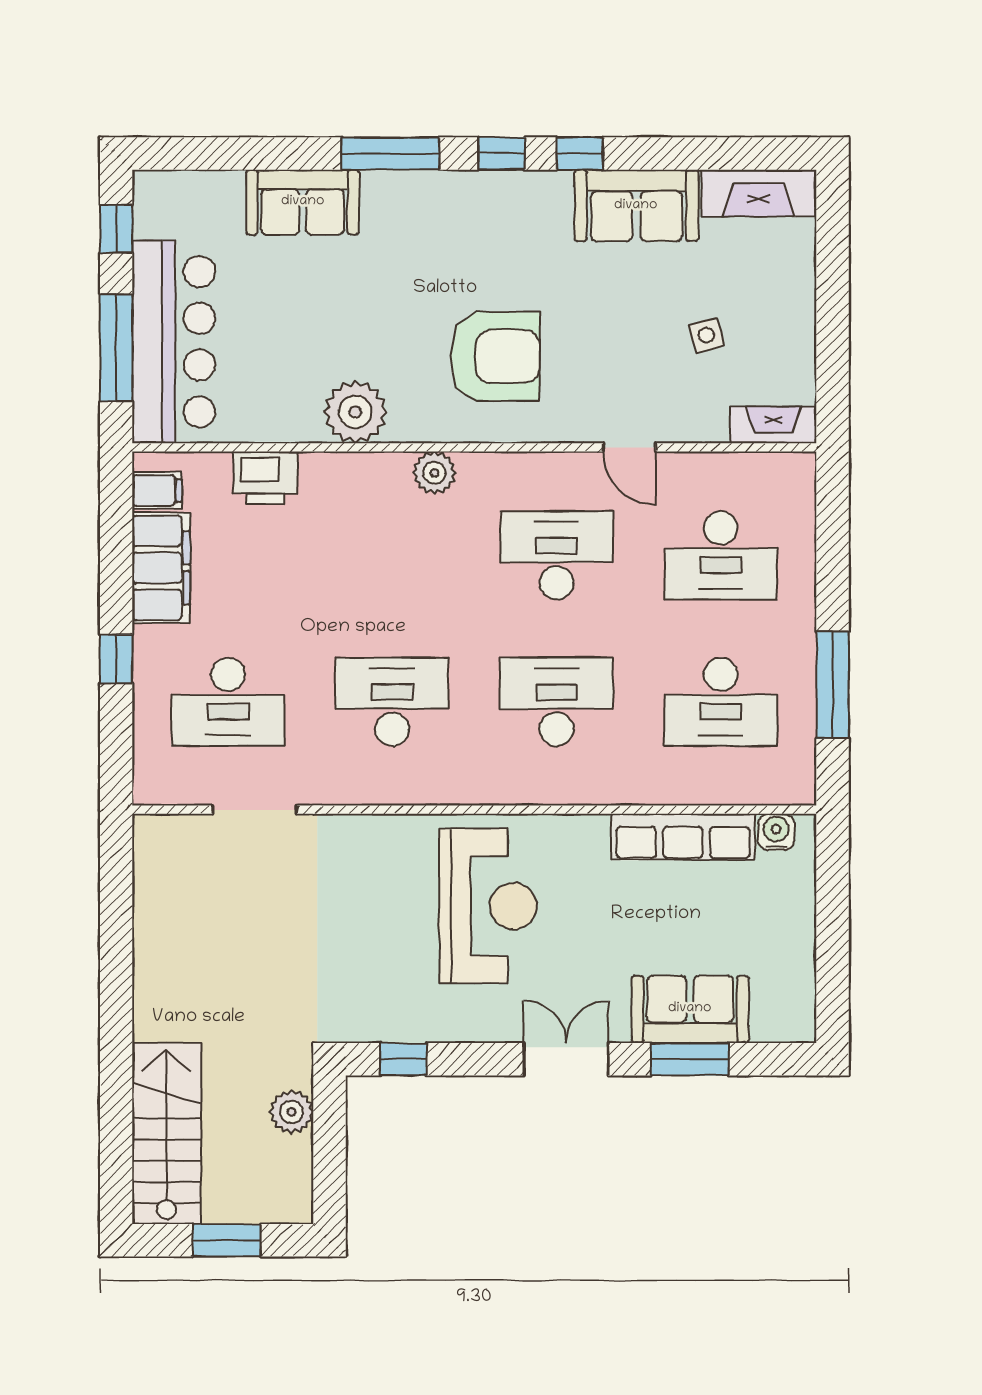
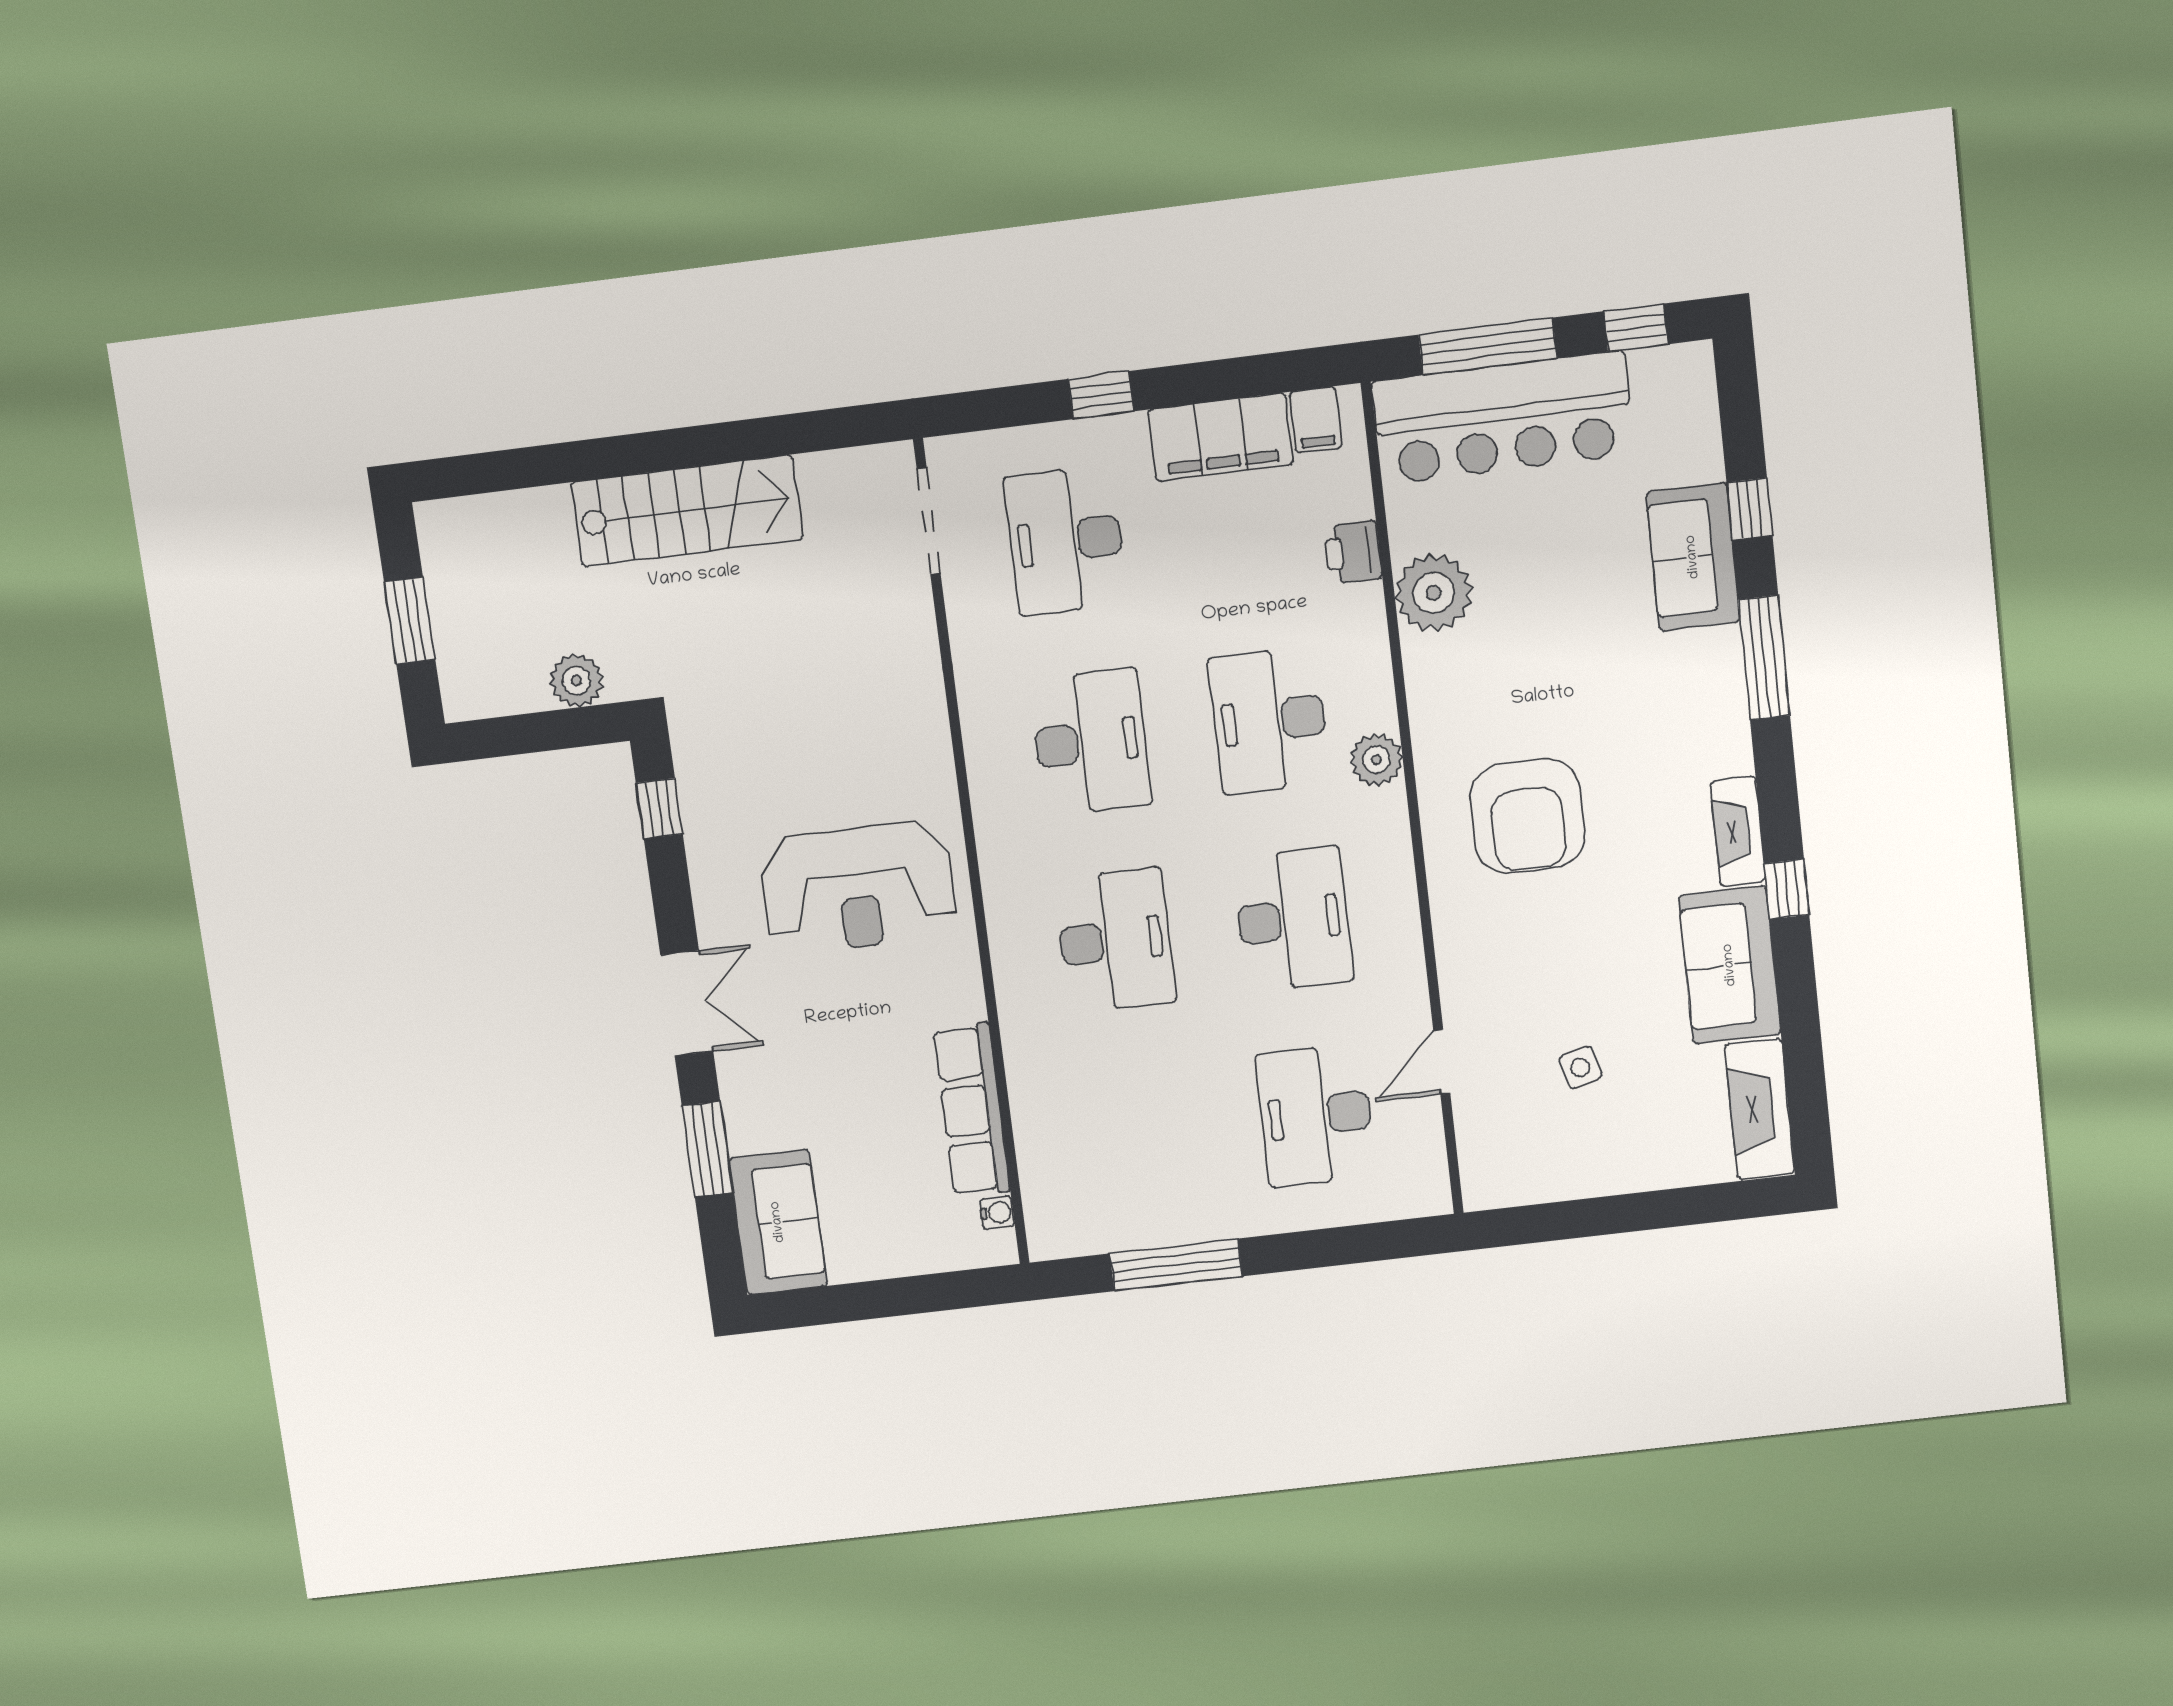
window: (502, 154) -> (1750, 509), moved
plant: (355, 412) -> (1434, 593), moved
fireplace: (773, 425) -> (1738, 831), moved, turned 180
door: (629, 447) -> (1442, 1062), moved
printer: (265, 478) -> (1353, 552), width x0.73, depth x0.81
desk: (721, 702) -> (1269, 720), moved
doorway: (255, 810) -> (929, 521), moved
water cooler: (776, 832) -> (997, 1213), width x0.72, depth x0.72
sofa: (690, 1009) -> (778, 1222), moved
stairs: (167, 1133) -> (687, 511), moved

